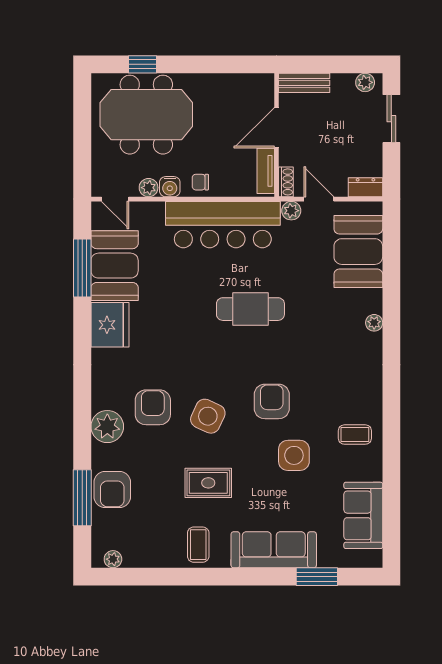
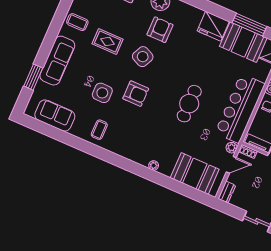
armchair: (153, 407) -> (160, 30), turned -90
rug: (208, 483) -> (108, 42), turned 90

